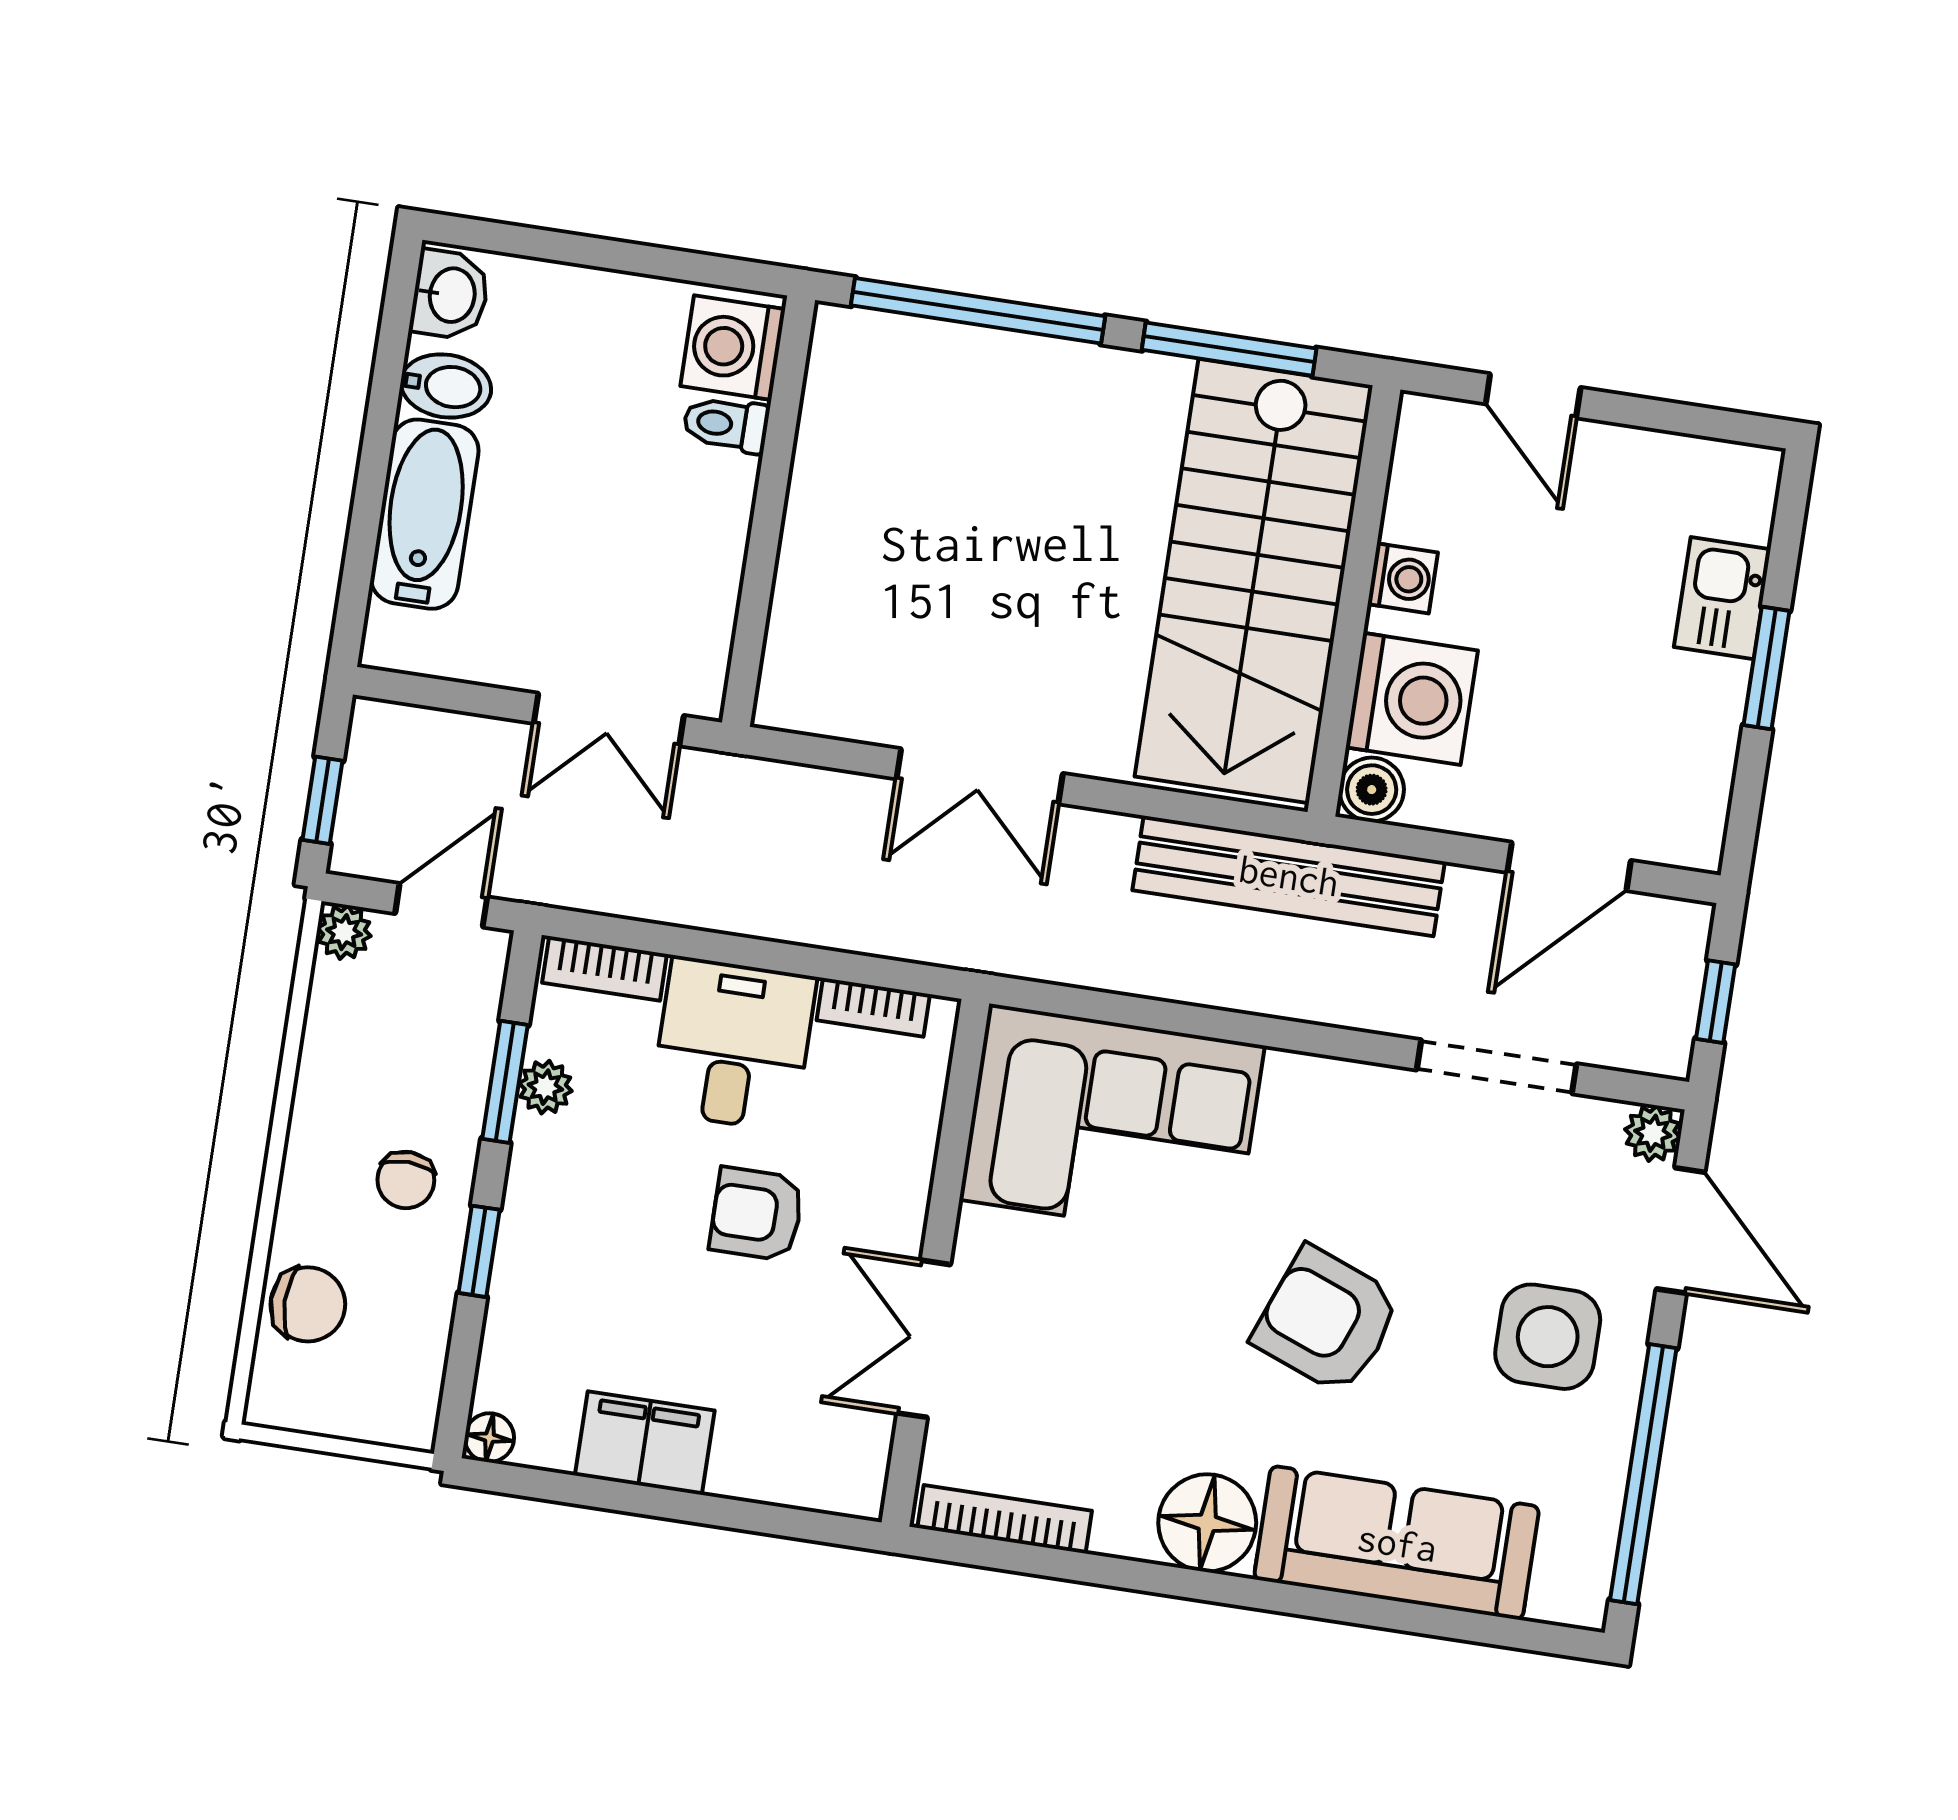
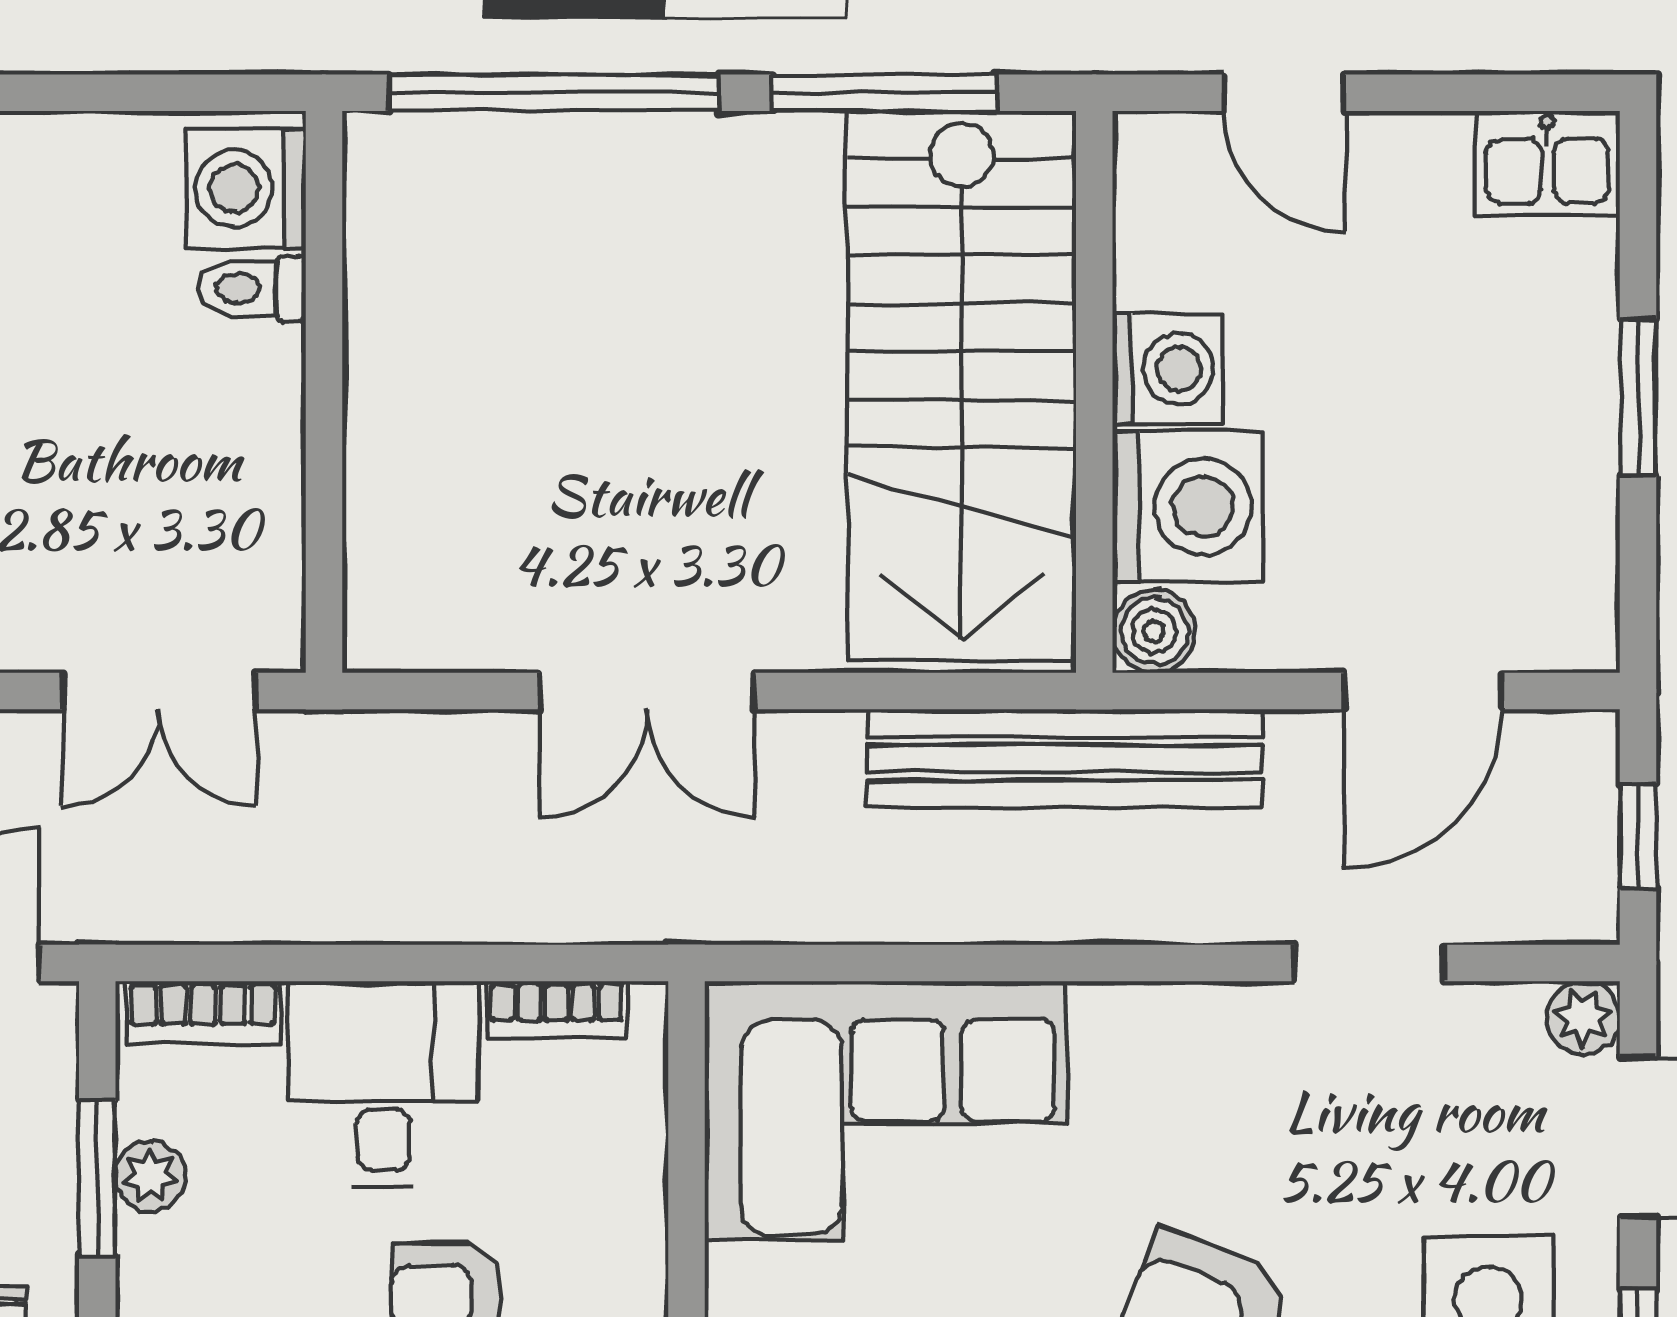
washing machine: (1403, 578) -> (1168, 368), width x1.38, depth x1.38
kitchen sink: (1722, 598) -> (1547, 164), moved, turned -90
doorway: (1497, 1067) -> (1369, 963), width x0.73

